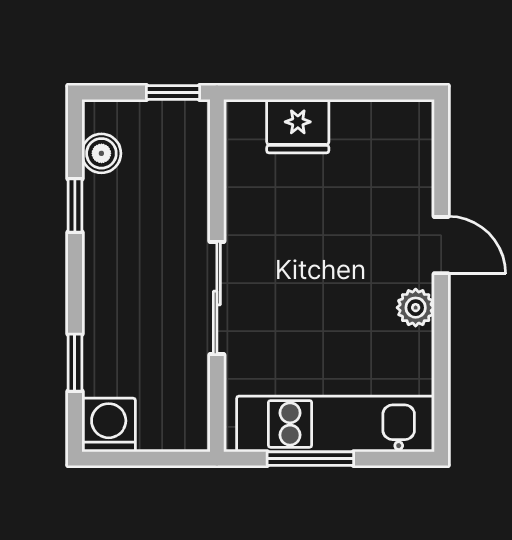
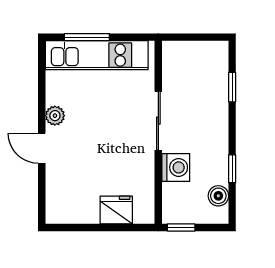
washing machine: (109, 425) -> (176, 167), moved, turned -90
window: (310, 459) -> (87, 37), moved

